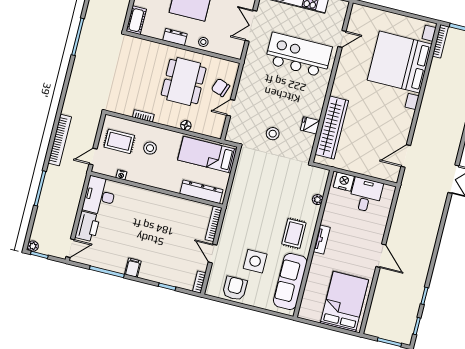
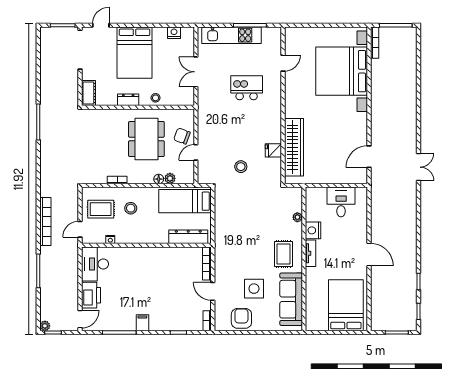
kitchen island: (299, 55) -> (247, 88), width x0.54, depth x0.78
plant: (198, 128) -> (170, 178), added
nightstand: (344, 182) -> (313, 230), moved, turned -90

